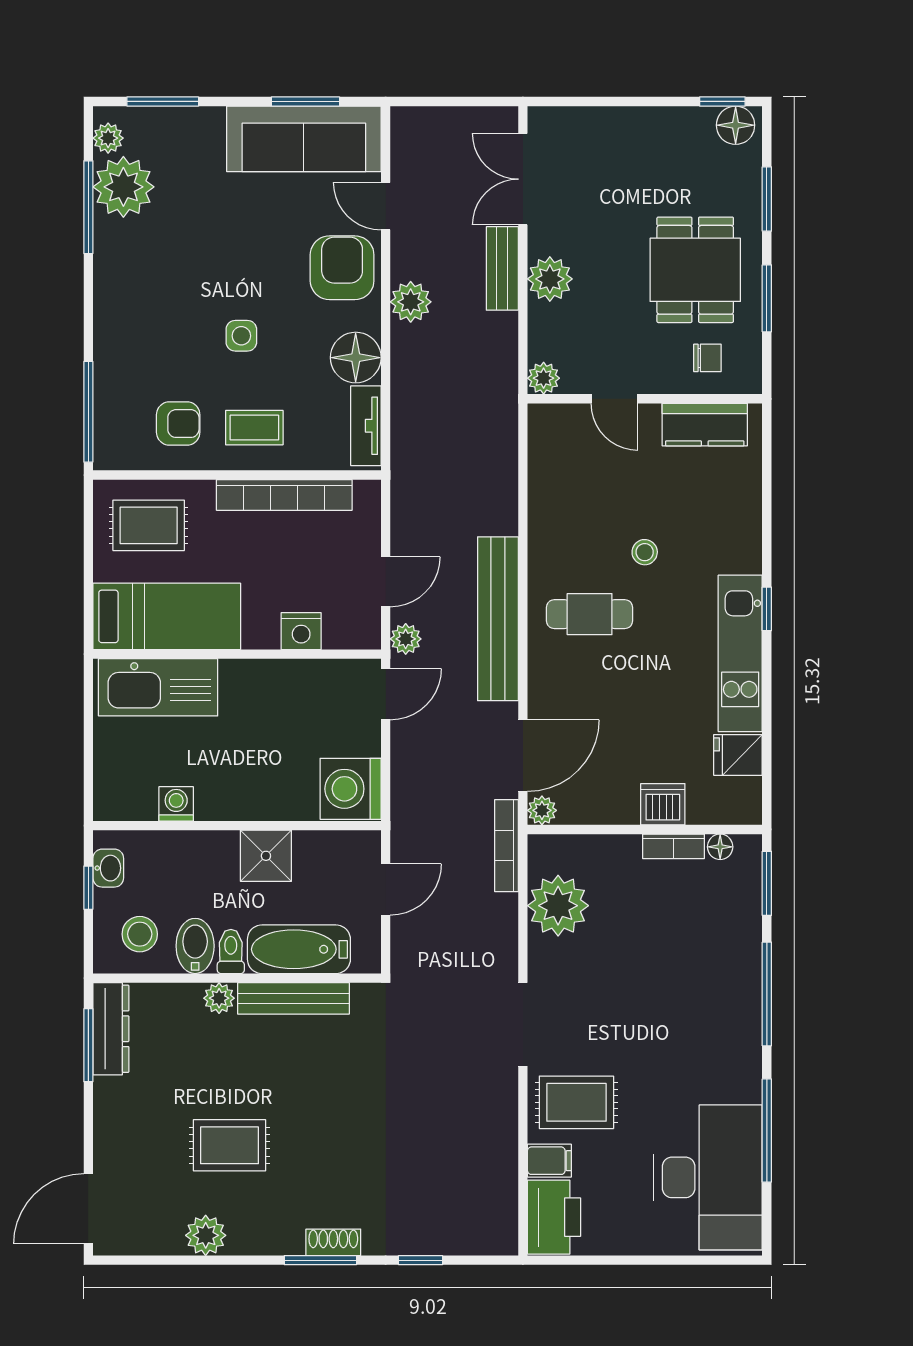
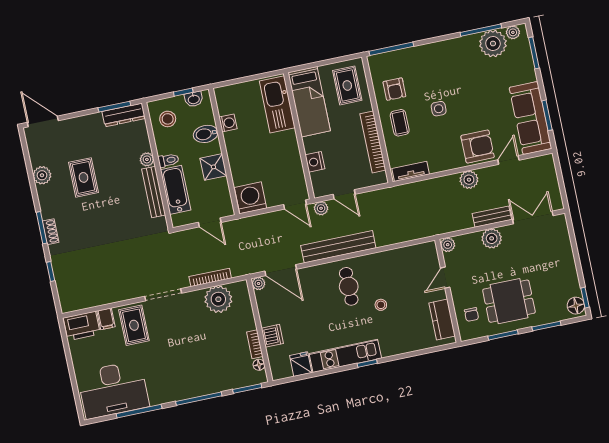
floor lamp: (356, 358) -> (440, 161), removed
bookcase: (506, 846) -> (210, 277), moved
bidet: (195, 946) -> (206, 134), moved, turned 180

